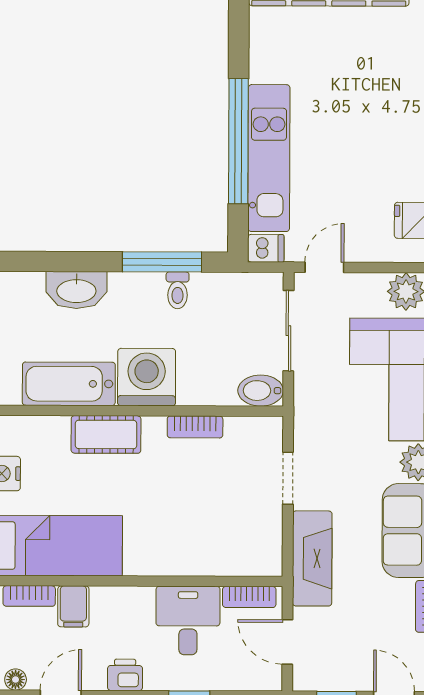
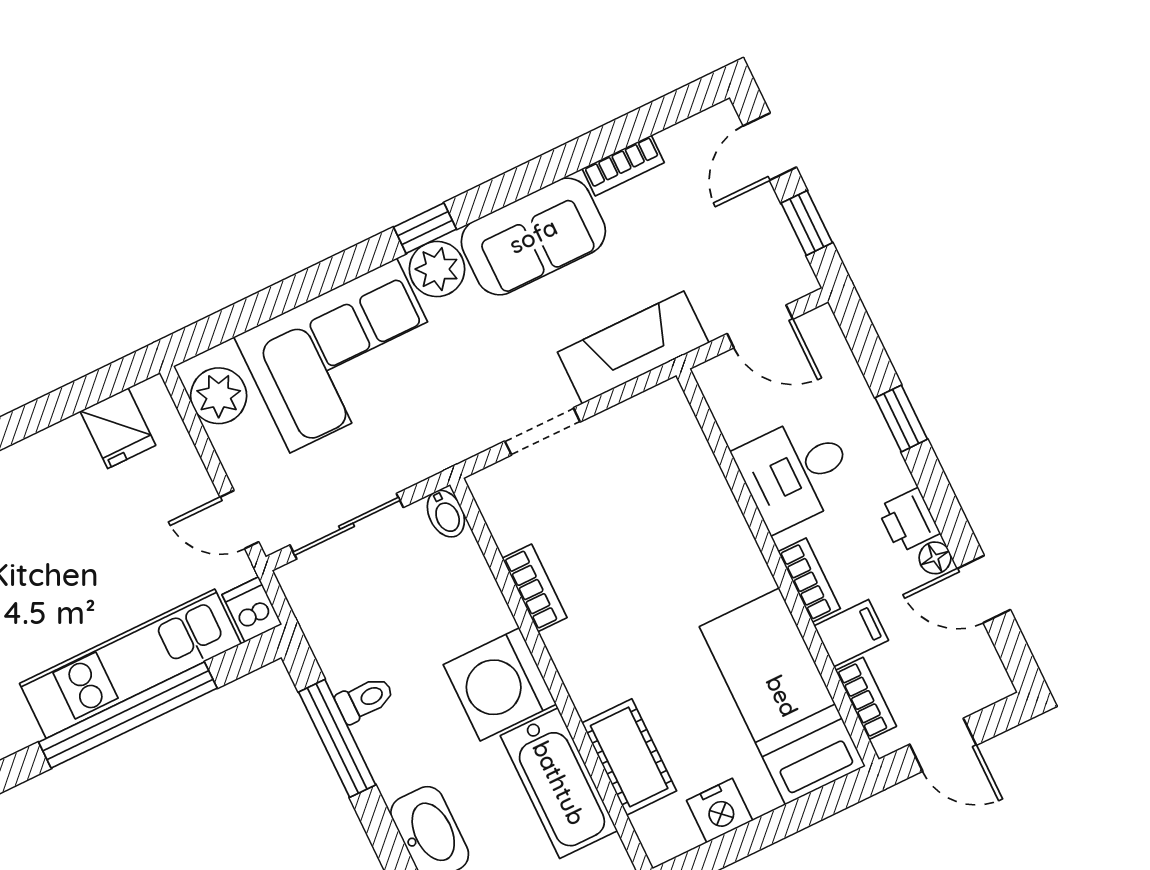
bidet: (261, 391) -> (446, 514), width x0.72, depth x0.74
cot: (106, 434) -> (629, 757), moved
bookcase: (249, 597) -> (809, 580), moved
door: (287, 642) -> (760, 326), hinge flipped
floor lamp: (16, 680) -> (935, 558), moved

